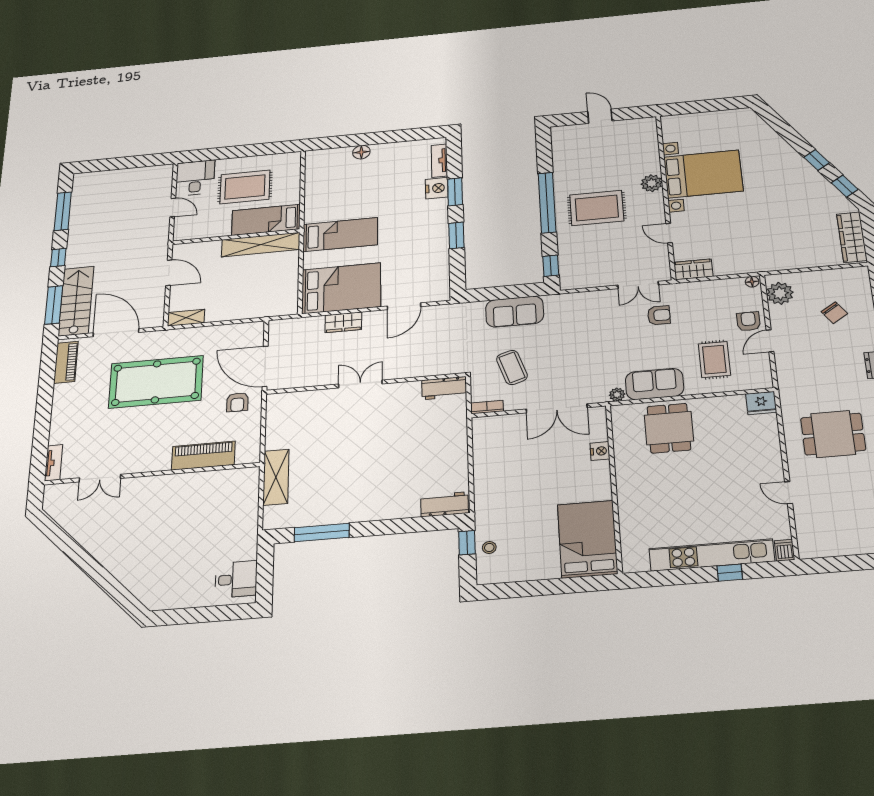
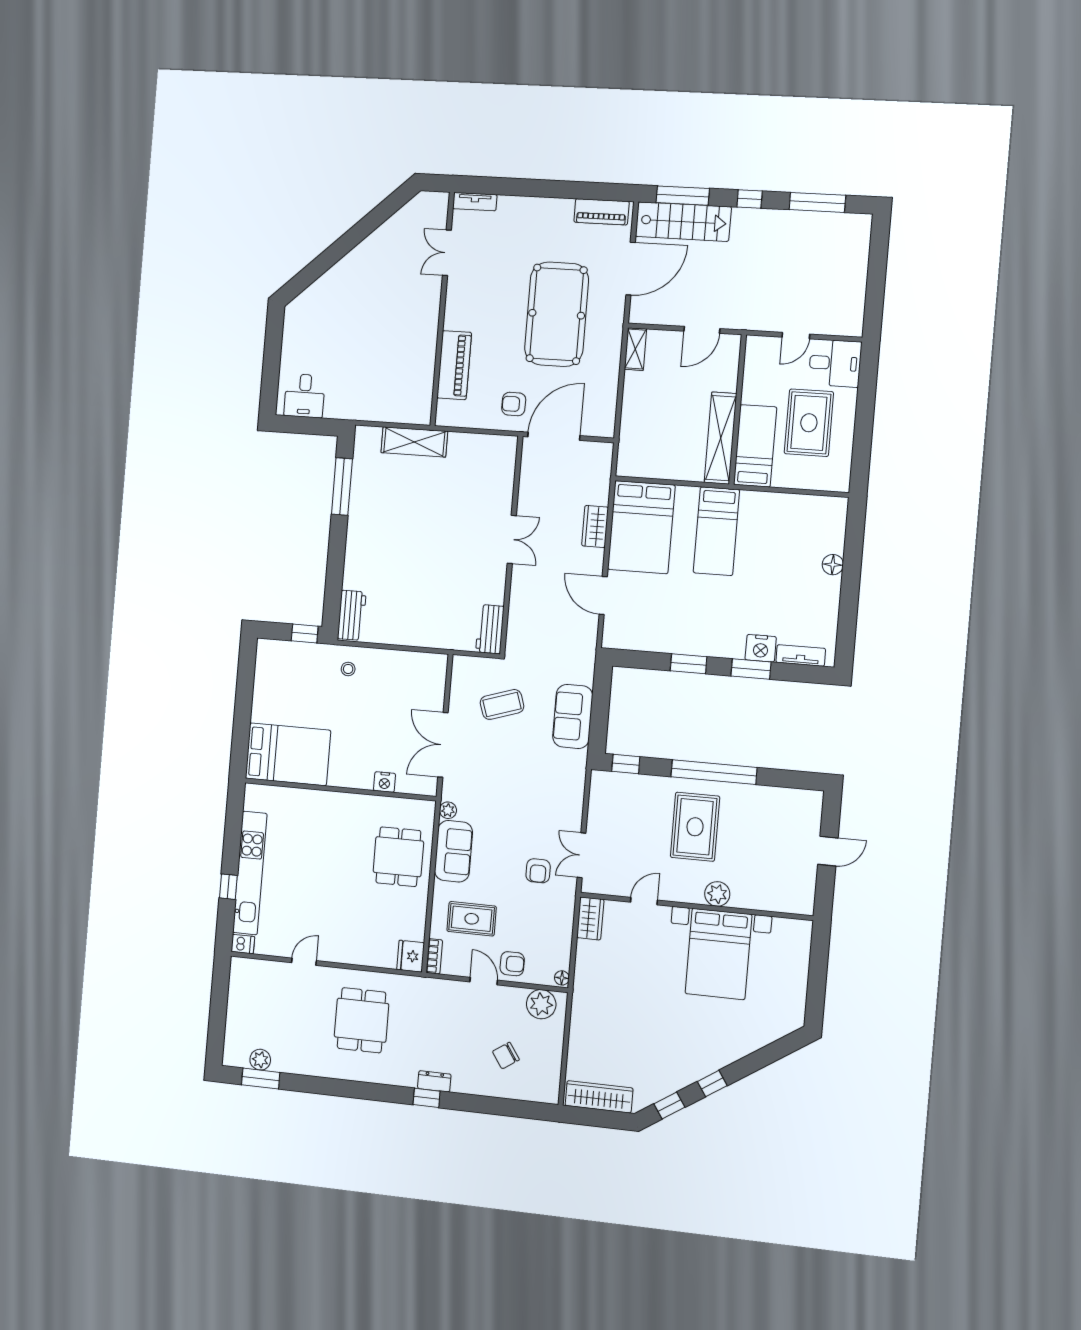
bookcase: (487, 407) -> (434, 956), moved
dining table: (669, 428) -> (398, 857), turned 90
stool: (489, 547) -> (348, 669), moved

